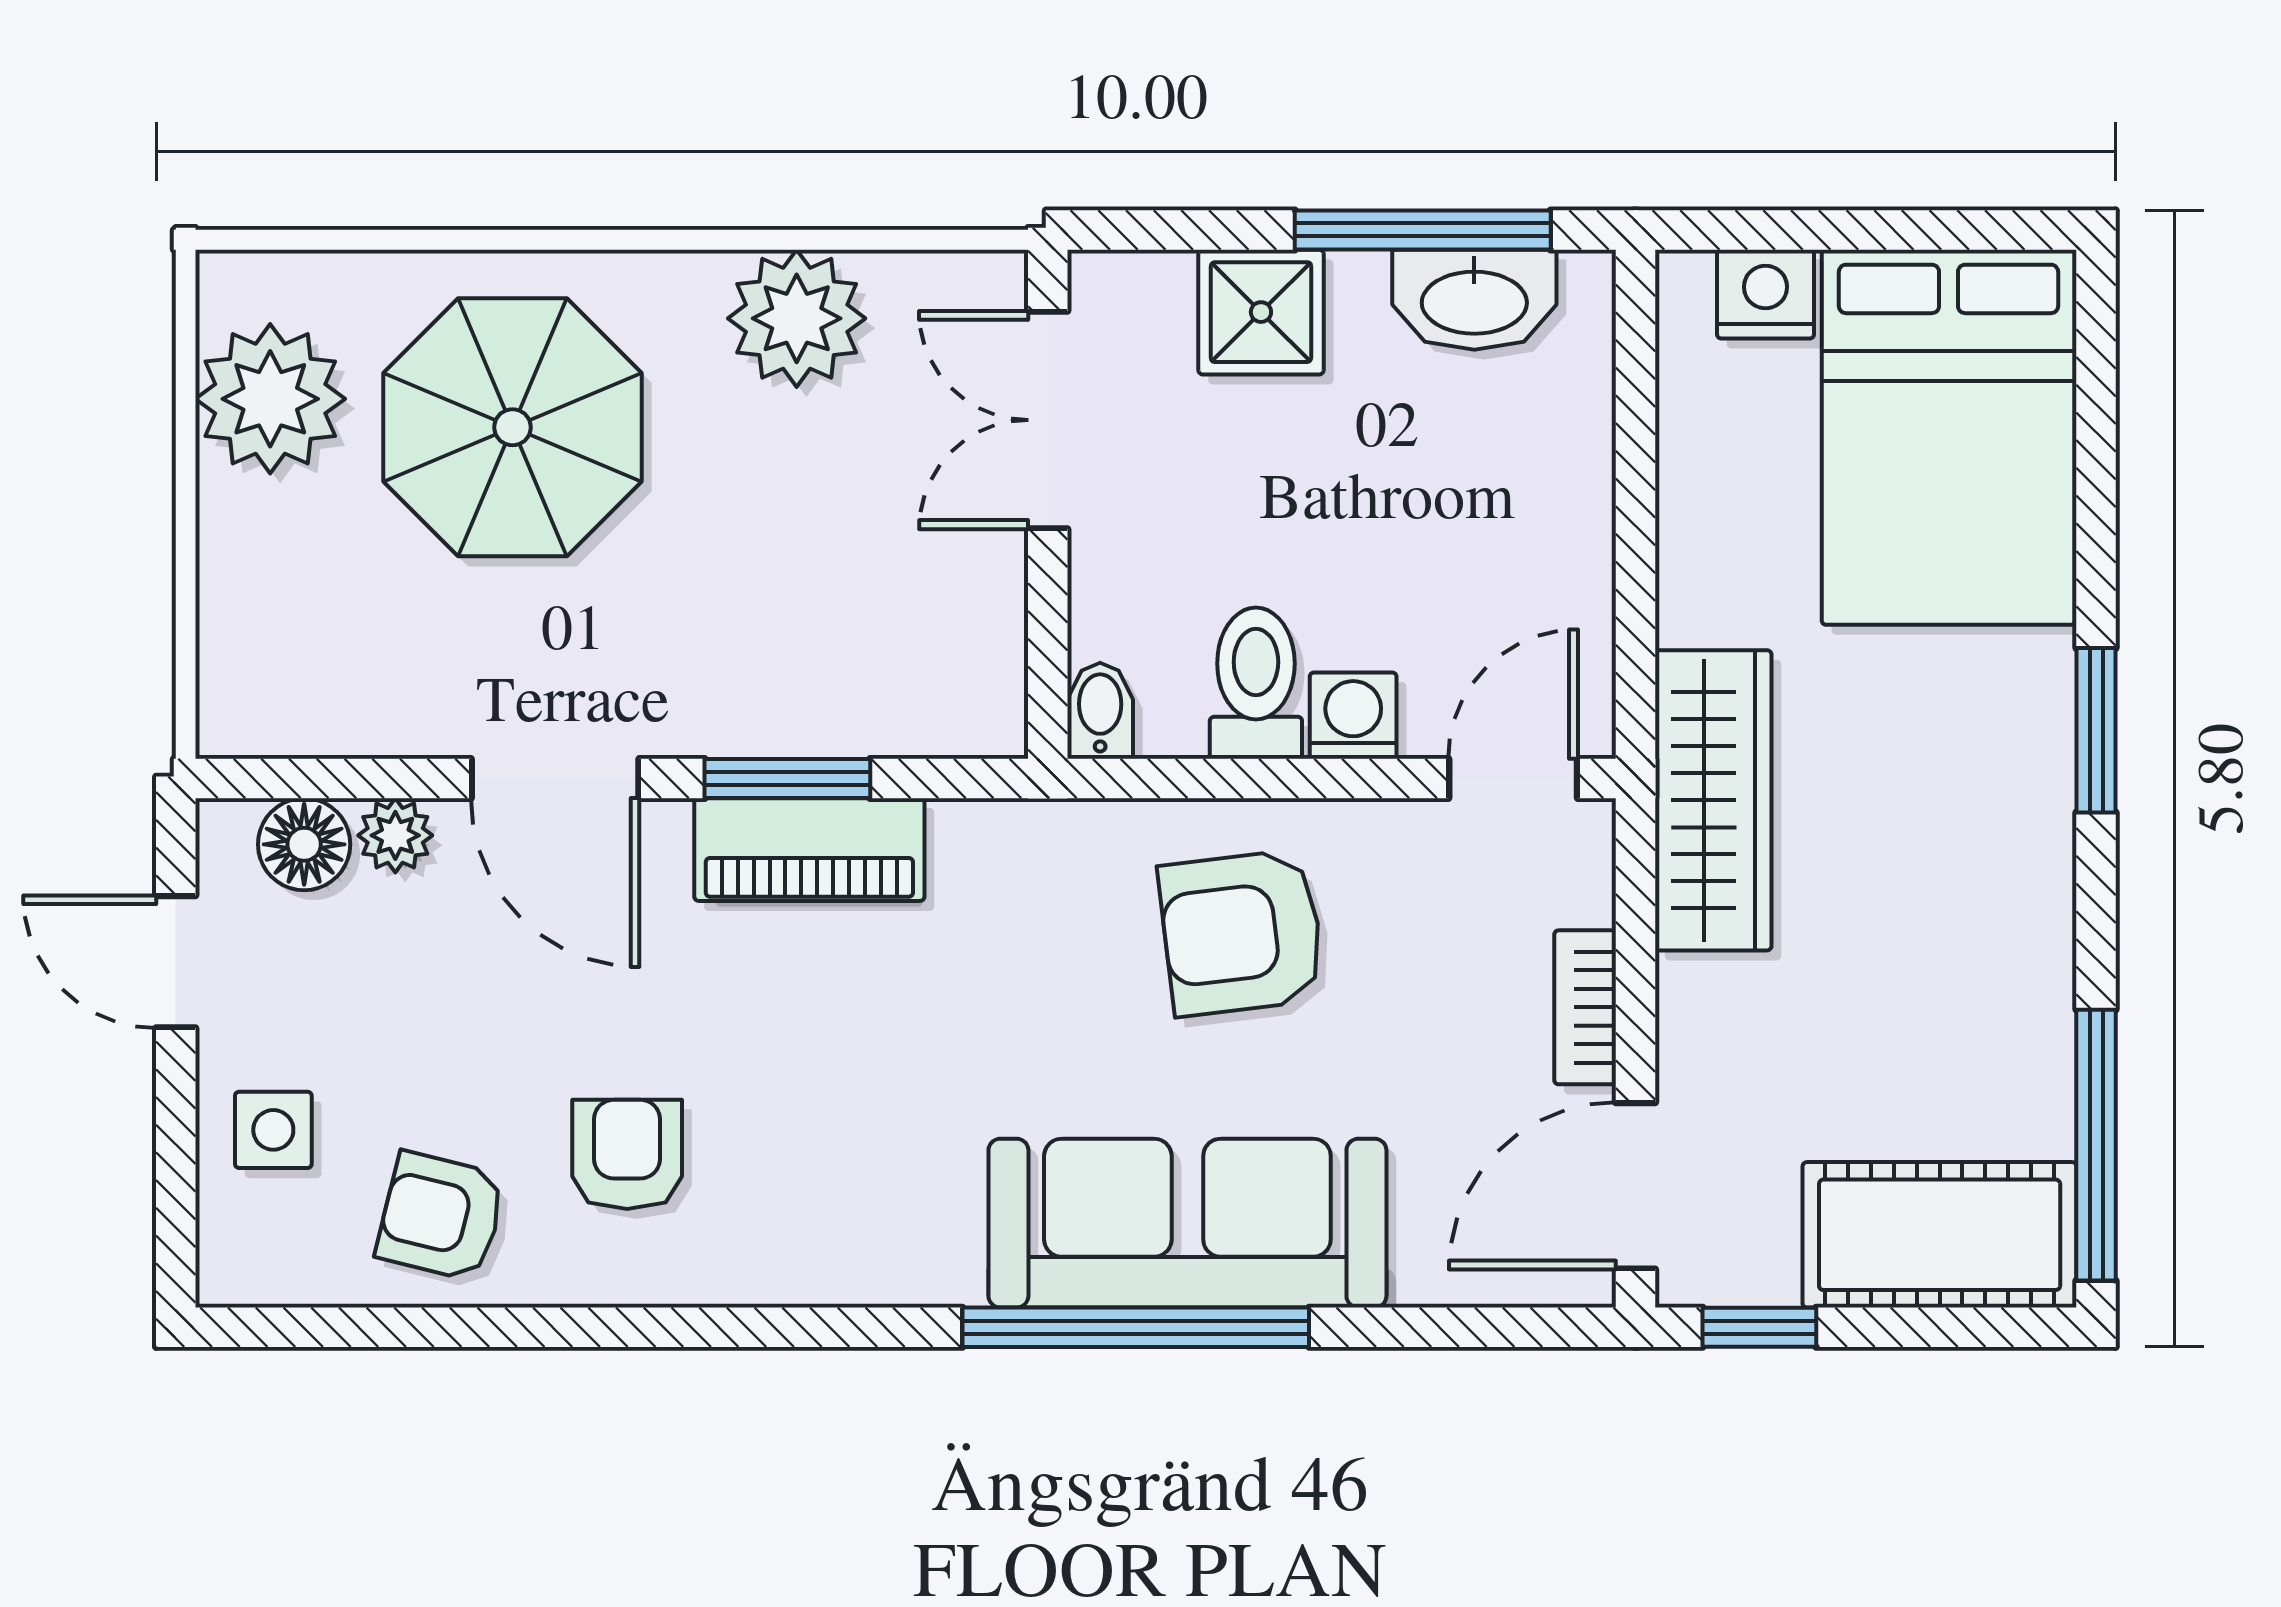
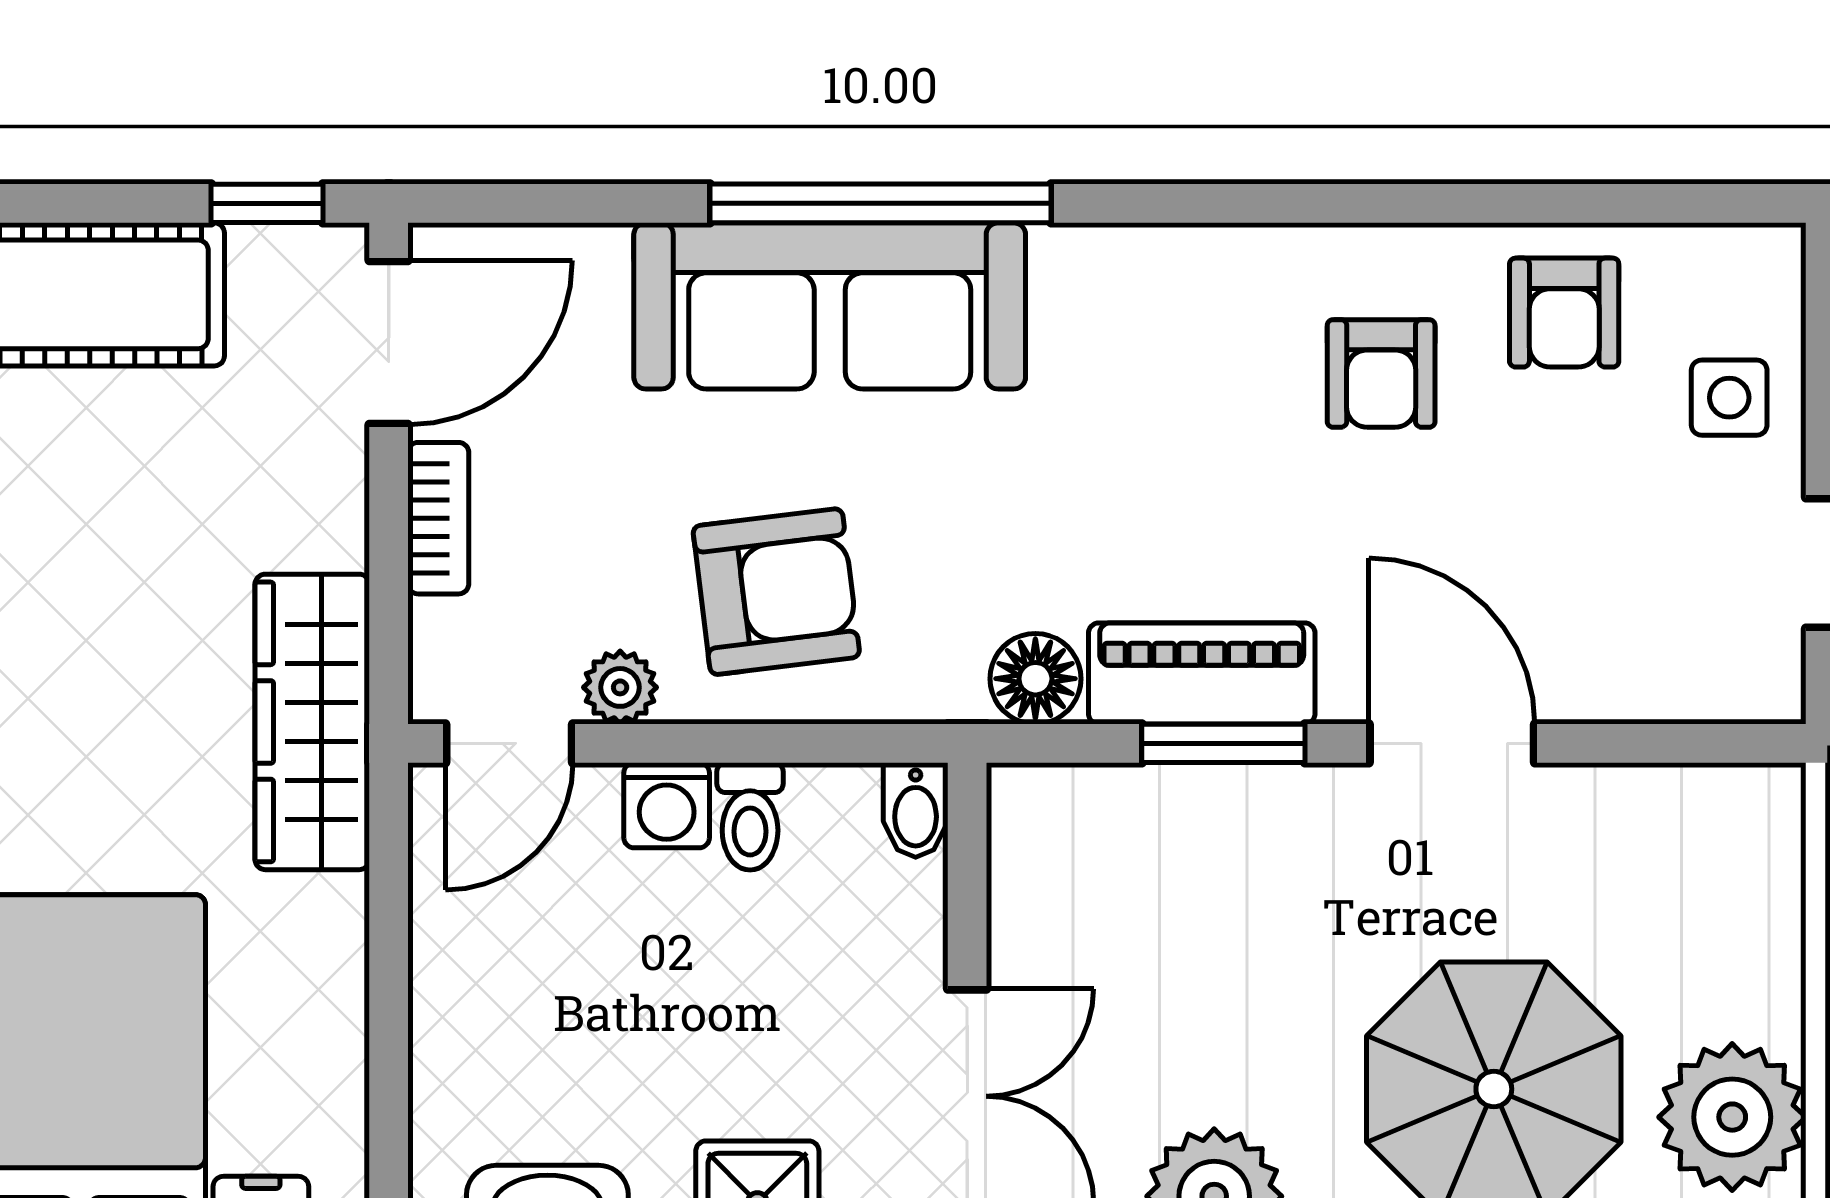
toilet: (1256, 683) -> (750, 816), width x0.73, depth x0.72
plant: (395, 835) -> (620, 687), moved
floor lamp: (304, 844) -> (1035, 679), moved
armchair: (441, 1216) -> (1564, 313), turned 76

